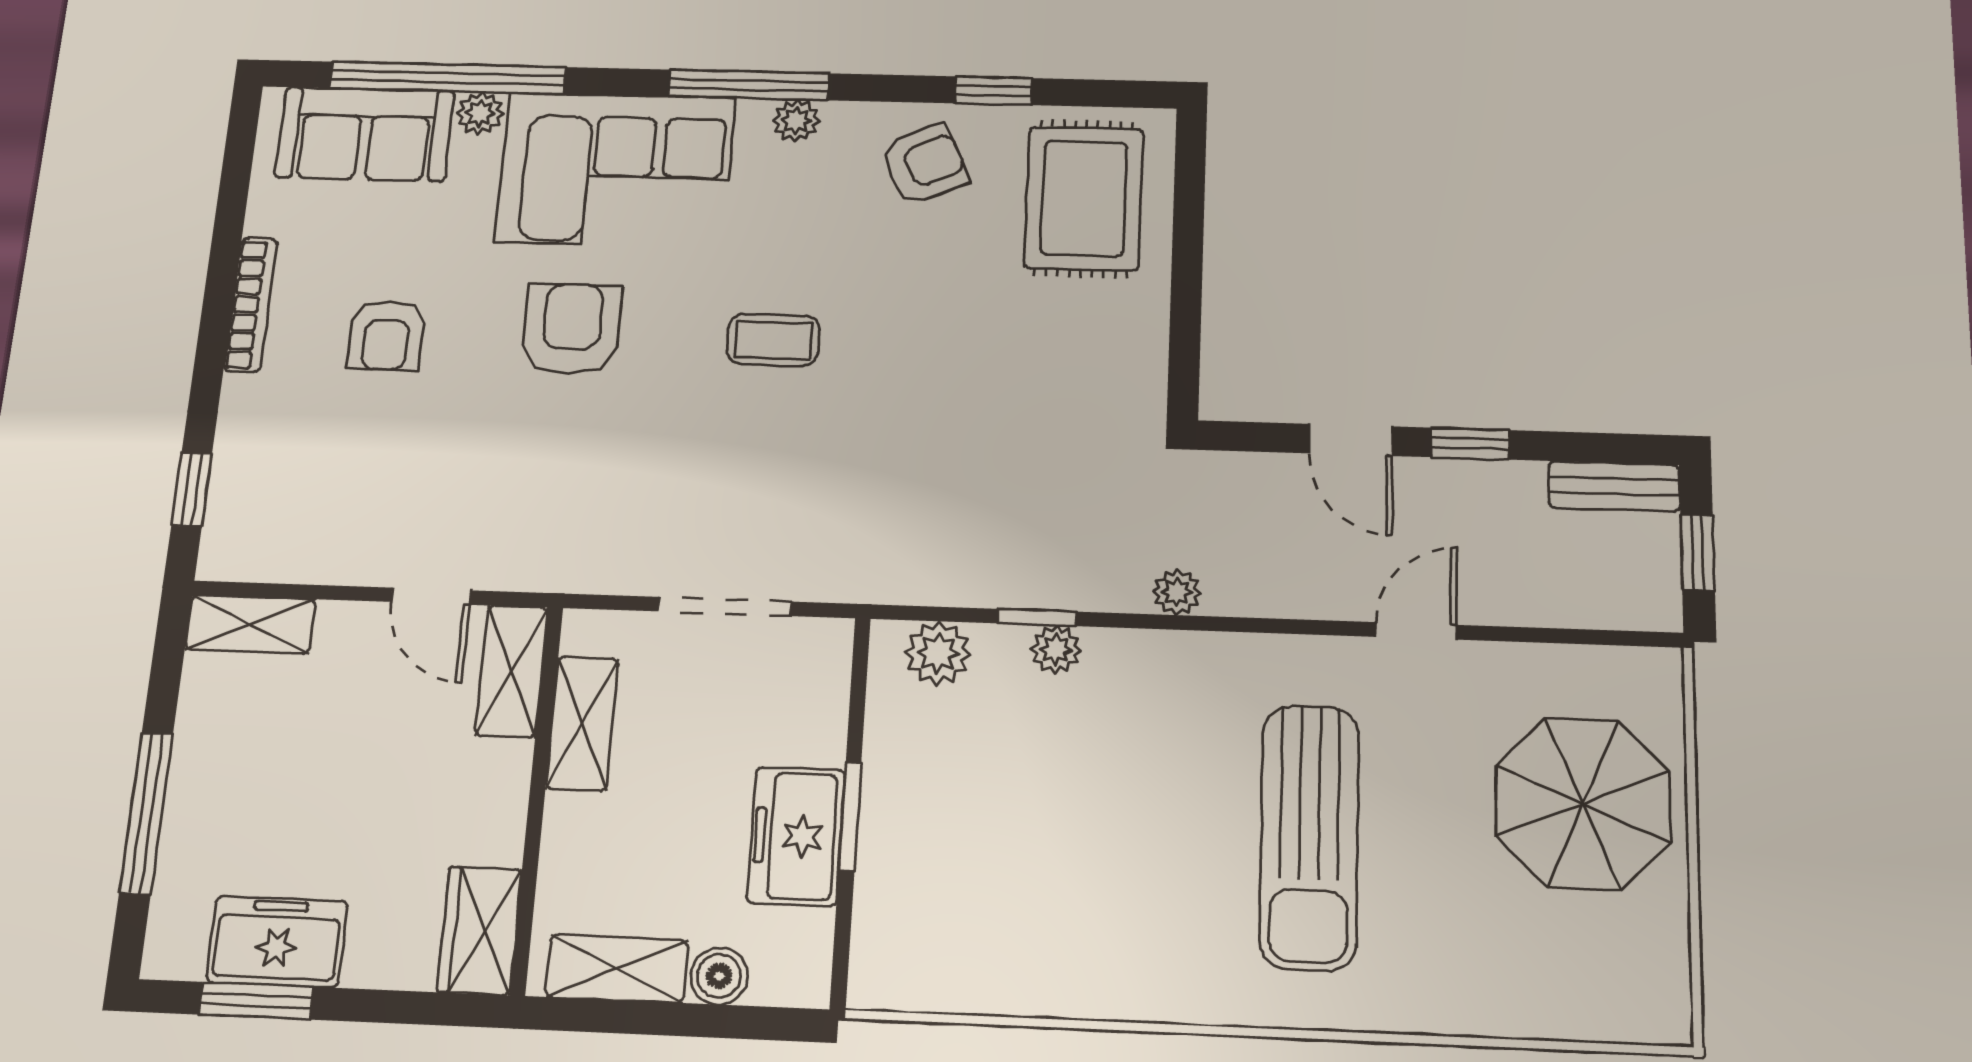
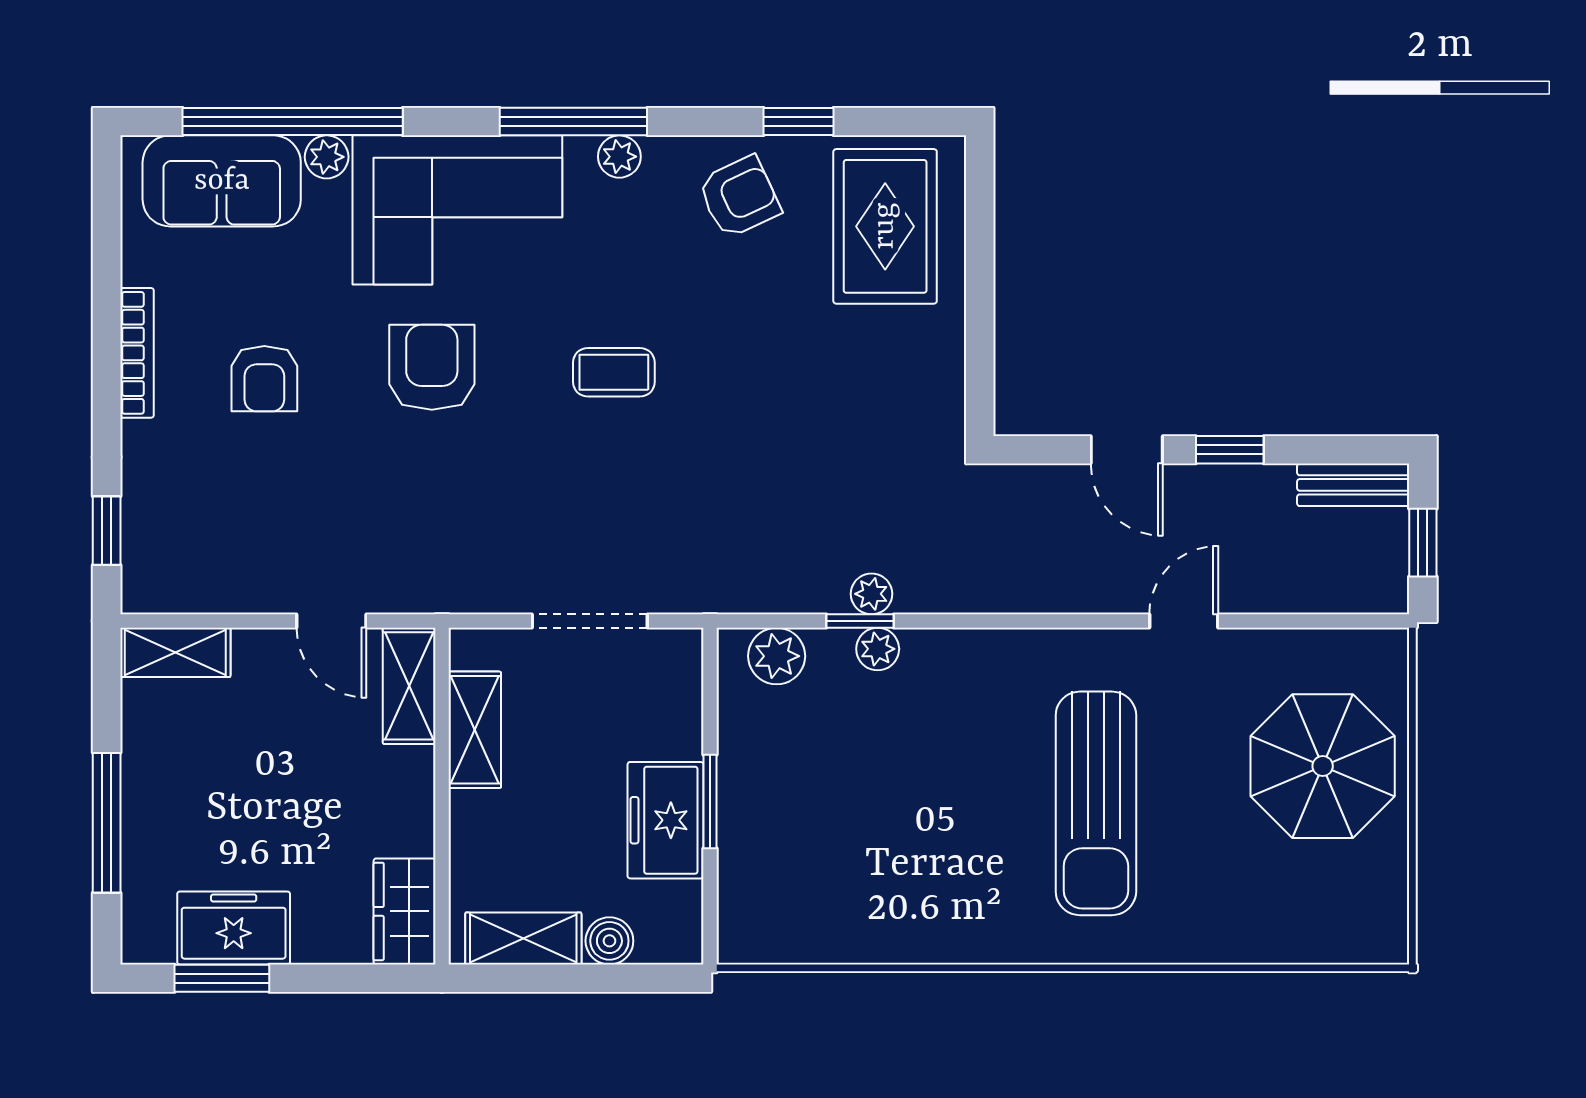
plant: (1177, 592) -> (871, 594), moved

